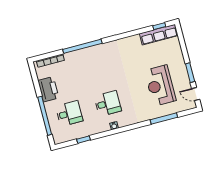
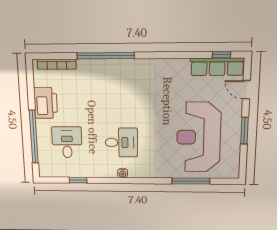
reception desk: (160, 85) -> (199, 137), width x1.36, depth x1.30
door: (196, 94) -> (246, 90), moved
desk: (69, 114) -> (67, 142), turned -90

